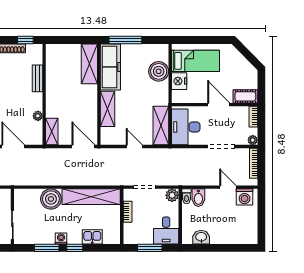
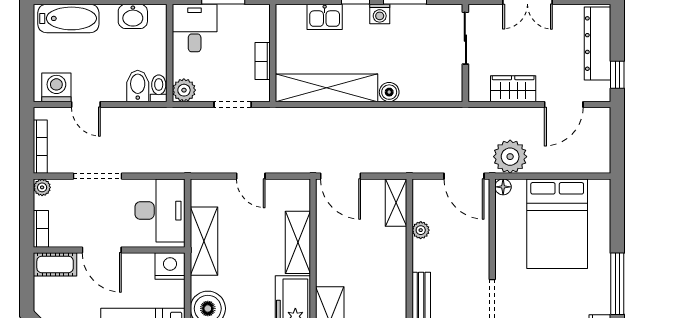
nightstand: (179, 81) -> (170, 266), moved, turned -90
shelving: (161, 126) -> (204, 241), moved
boiler: (51, 199) -> (389, 92), width x0.54, depth x0.54
bathtub: (238, 236) -> (68, 18), added

